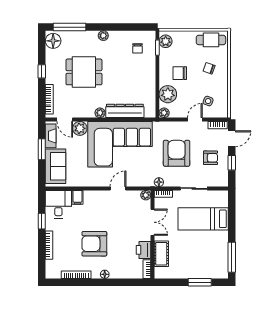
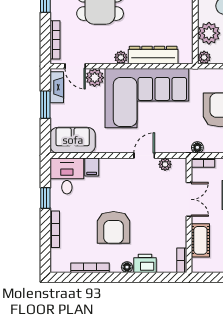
sofa: (56, 166) -> (73, 140), moved, turned -90
plant: (146, 195) -> (165, 164), moved
armchair: (94, 244) -> (114, 227), turned -90
printer: (144, 250) -> (145, 263), moved, turned 90

